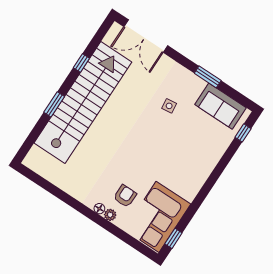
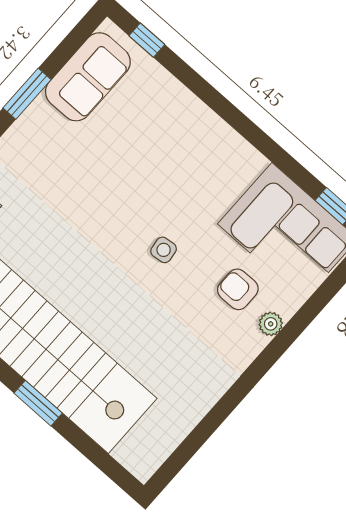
side table: (169, 106) -> (164, 250), moved
floor lamp: (99, 209) -> (255, 343), removed

